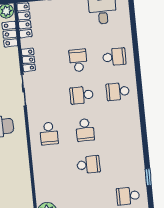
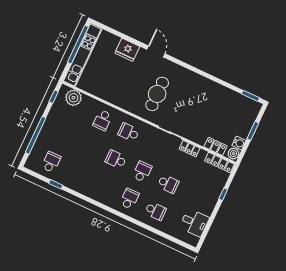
school desk: (114, 57) -> (155, 211), turned -90
school desk: (88, 165) -> (103, 120), moved

